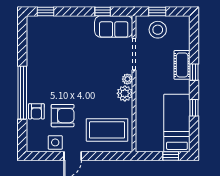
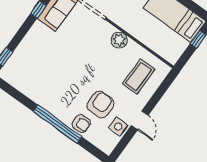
plant: (127, 79) -> (109, 29), removed
coffee table: (107, 130) -> (139, 76), width x0.73, depth x0.76

